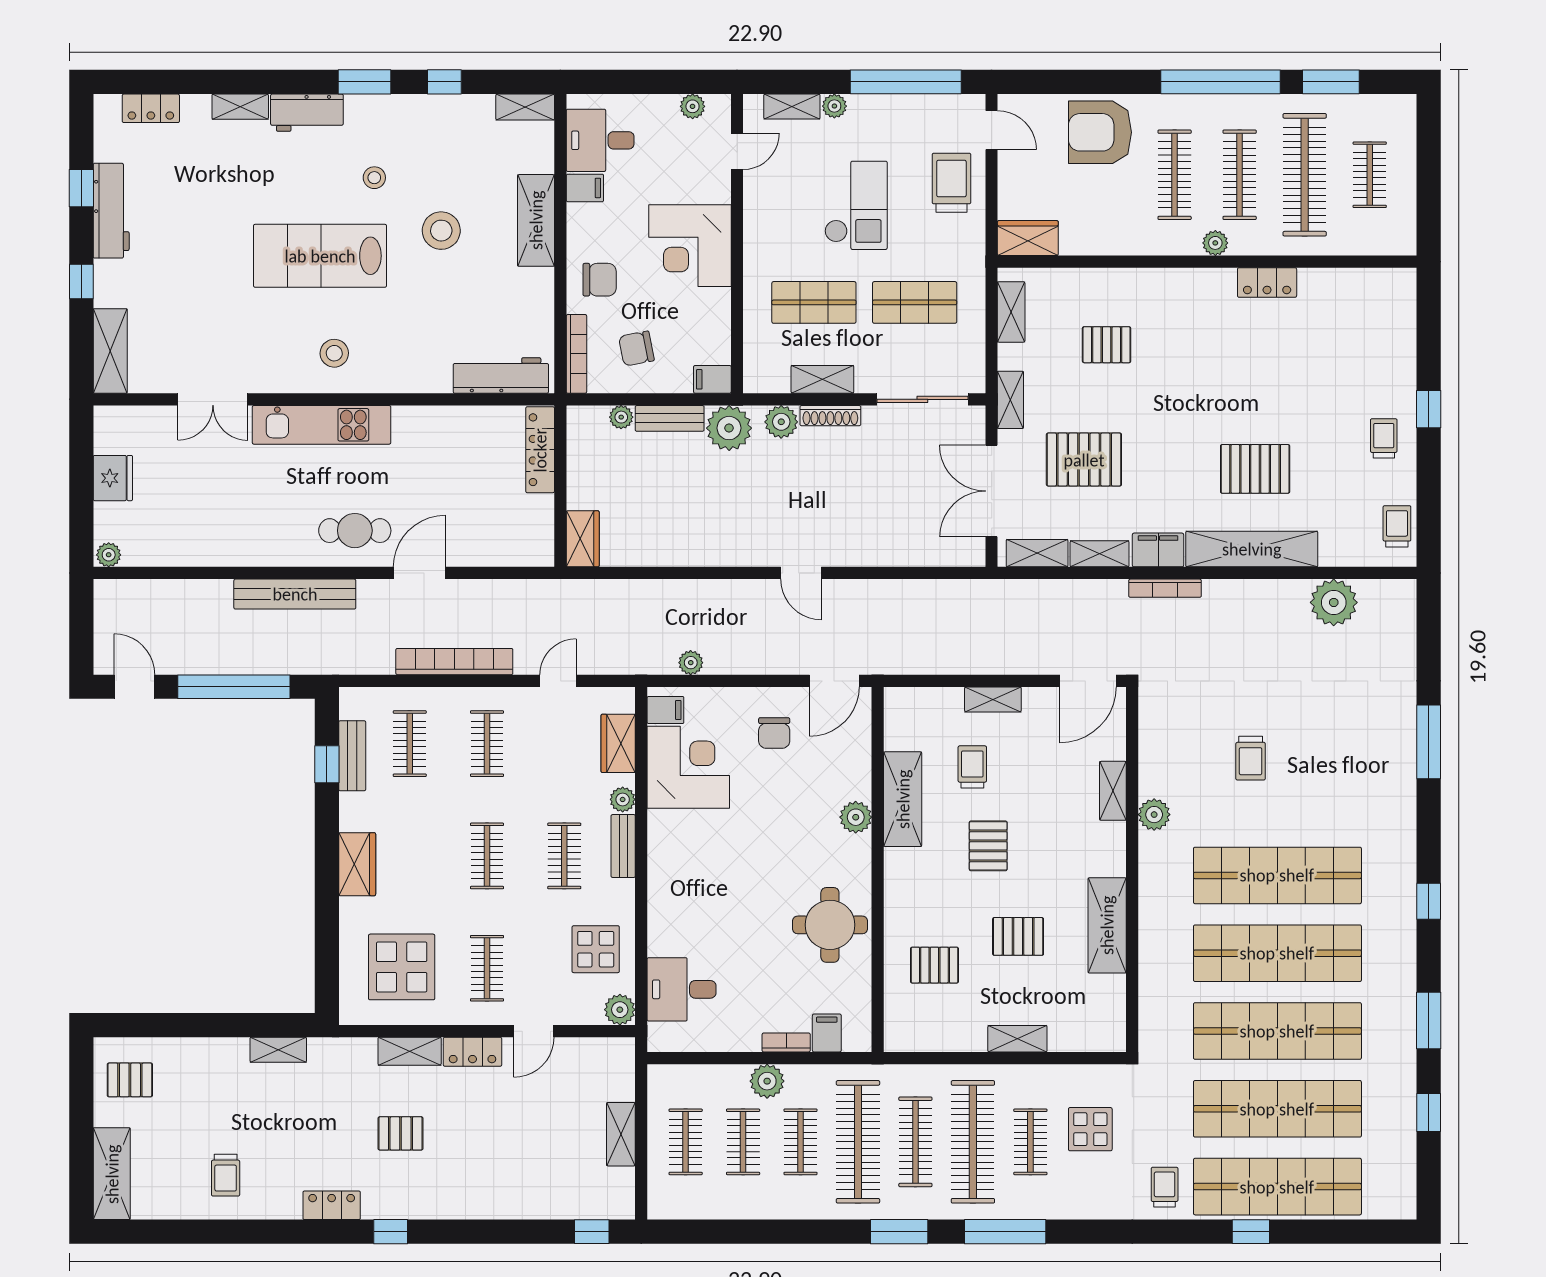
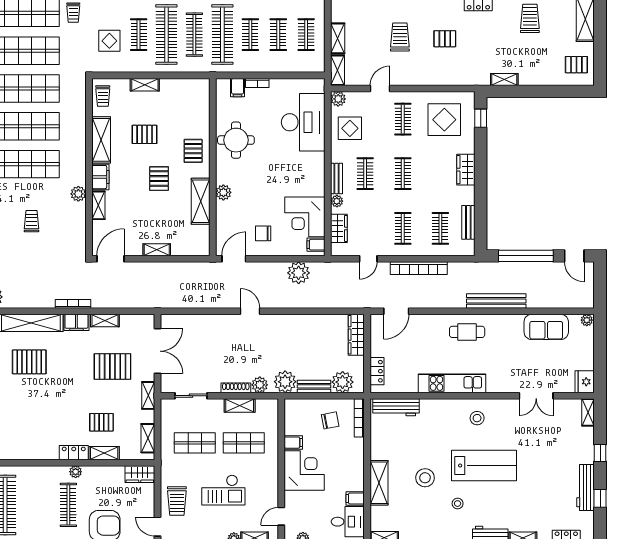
clothes rail: (1240, 175) -> (37, 505), removed
checkout: (856, 205) -> (223, 490), turned -90
plant: (1215, 243) -> (76, 472), moved
chair: (600, 280) -> (348, 454), removed
locker: (1267, 282) -> (74, 453), moved
shelving: (110, 351) -> (588, 412), width x0.67, depth x0.75
filing cabinet: (712, 379) -> (293, 443), moved
double door: (213, 399) -> (536, 396), swing flipped
sliding door: (922, 399) -> (191, 396), width x0.73
plant: (621, 417) -> (343, 382), width x1.88, depth x1.88
kitchen unit: (322, 425) -> (452, 383), moved
locker: (540, 450) -> (377, 371), width x0.66
fridge: (113, 478) -> (585, 382), moved
wardrobe: (583, 539) -> (356, 335), width x1.50
sofa: (192, 541) -> (546, 327), added
shelving: (1037, 553) -> (104, 453), moved
door: (419, 573) -> (396, 311), moved
plant: (691, 663) -> (299, 273), width x1.88, depth x1.88
chair: (774, 733) -> (263, 233), turned -90
window: (327, 764) -> (481, 118), moved
trolley: (972, 767) -> (103, 96), moved
filing cabinet: (1109, 849) -> (100, 177), added
pallet: (934, 965) -> (193, 151), moved, turned 90
desk: (682, 989) -> (303, 122), width x1.87, depth x1.30
shelving: (410, 1051) -> (338, 70), moved, turned 90
locker: (473, 1052) -> (410, 78), removed
plant: (767, 1081) -> (267, 64), removed
trolley: (493, 1137) -> (400, 37), added
trolley: (226, 1175) -> (530, 18), width x1.36, depth x1.39

